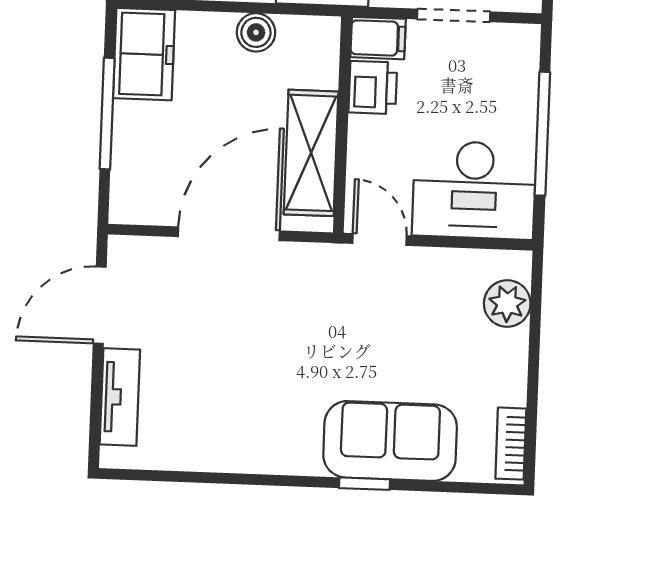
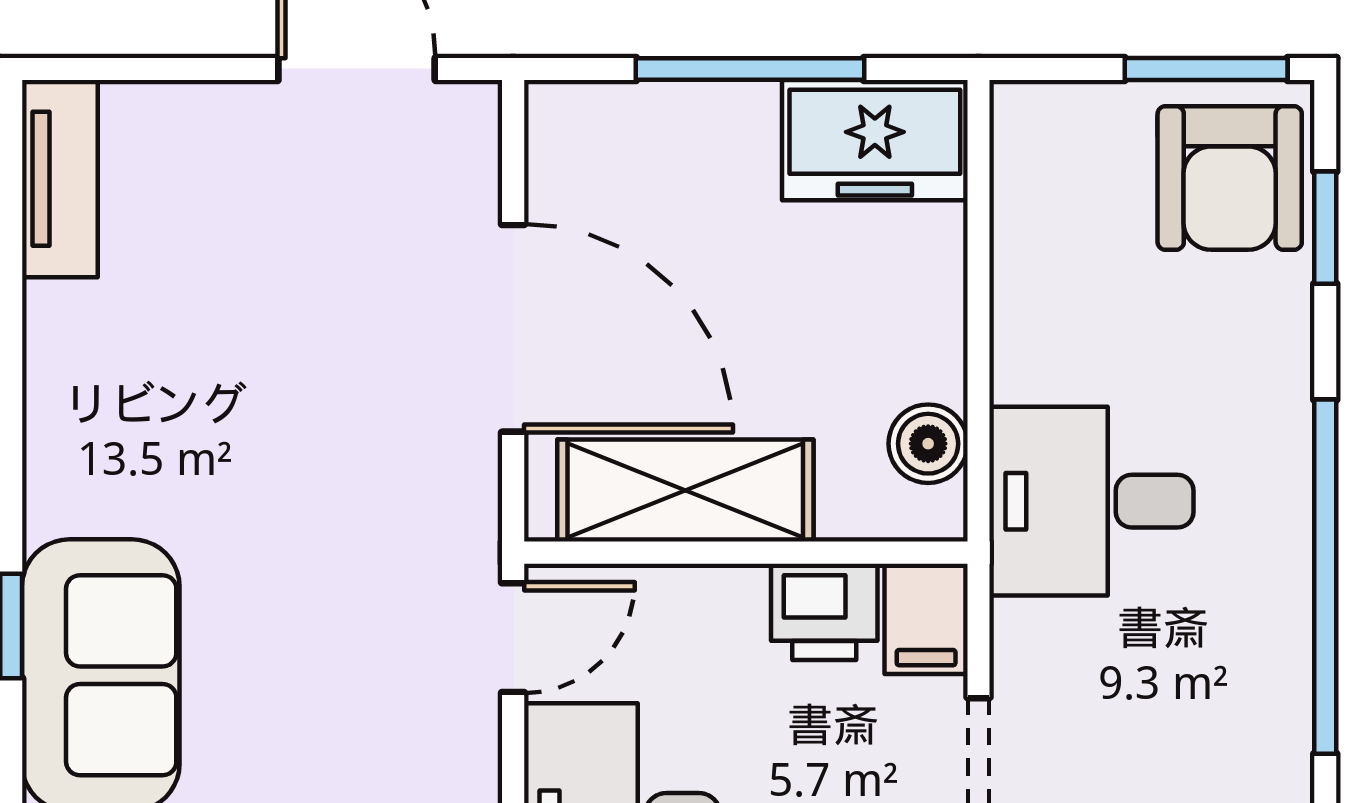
boiler: (256, 32) -> (928, 444), moved
tv unit: (120, 397) -> (60, 179), moved, turned -90

